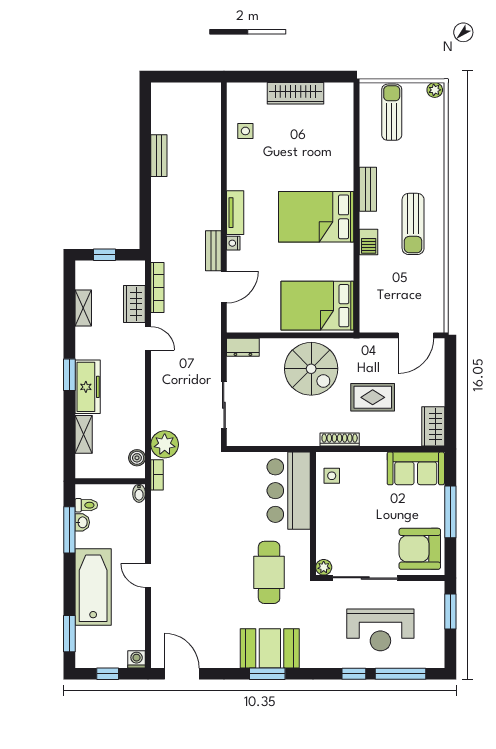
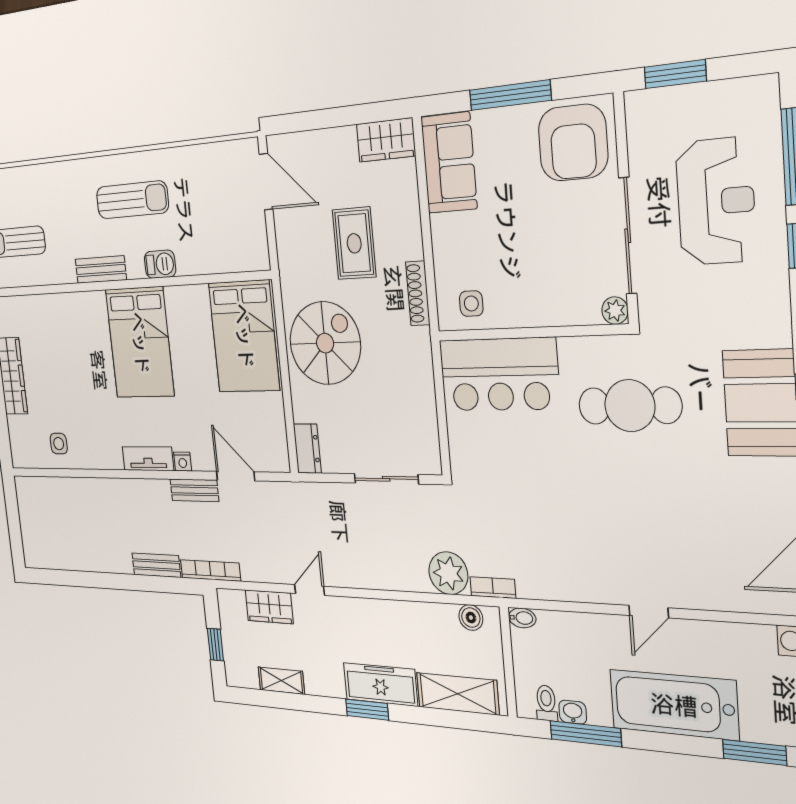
bench: (159, 156) -> (156, 565), moved
bookcase: (157, 288) -> (210, 570), moved
shelving: (84, 434) -> (458, 694), width x1.50, depth x1.33

